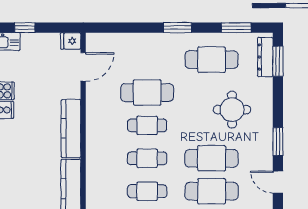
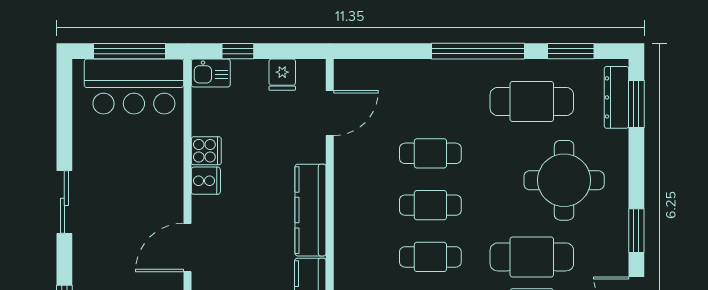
window: (177, 28) -> (478, 51), width x2.11
fridge: (71, 41) -> (282, 75), moved, turned -90
cafe table: (147, 93) -> (430, 153), width x0.73, depth x0.74
round table: (232, 110) -> (564, 180), width x1.36, depth x1.36

